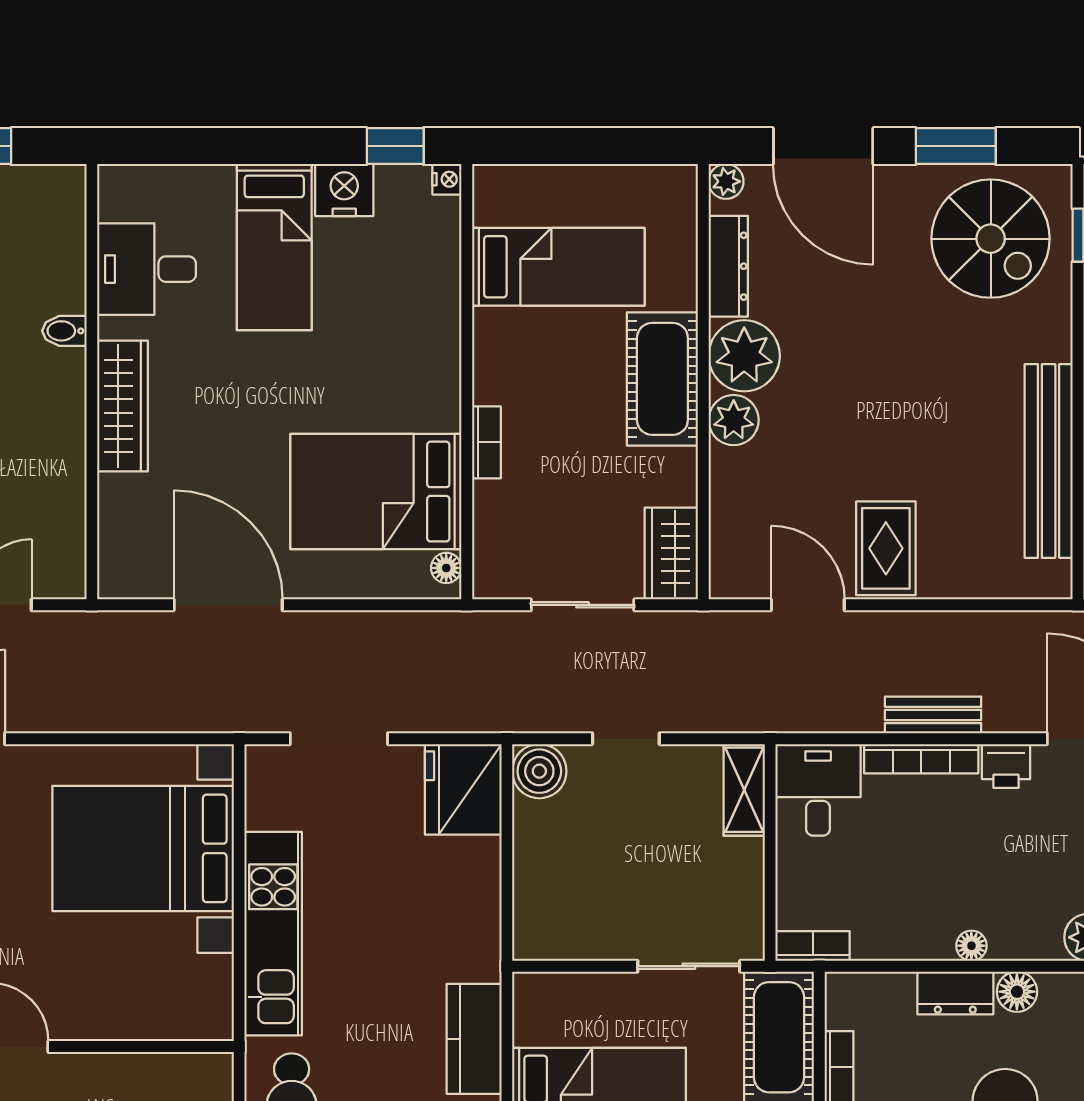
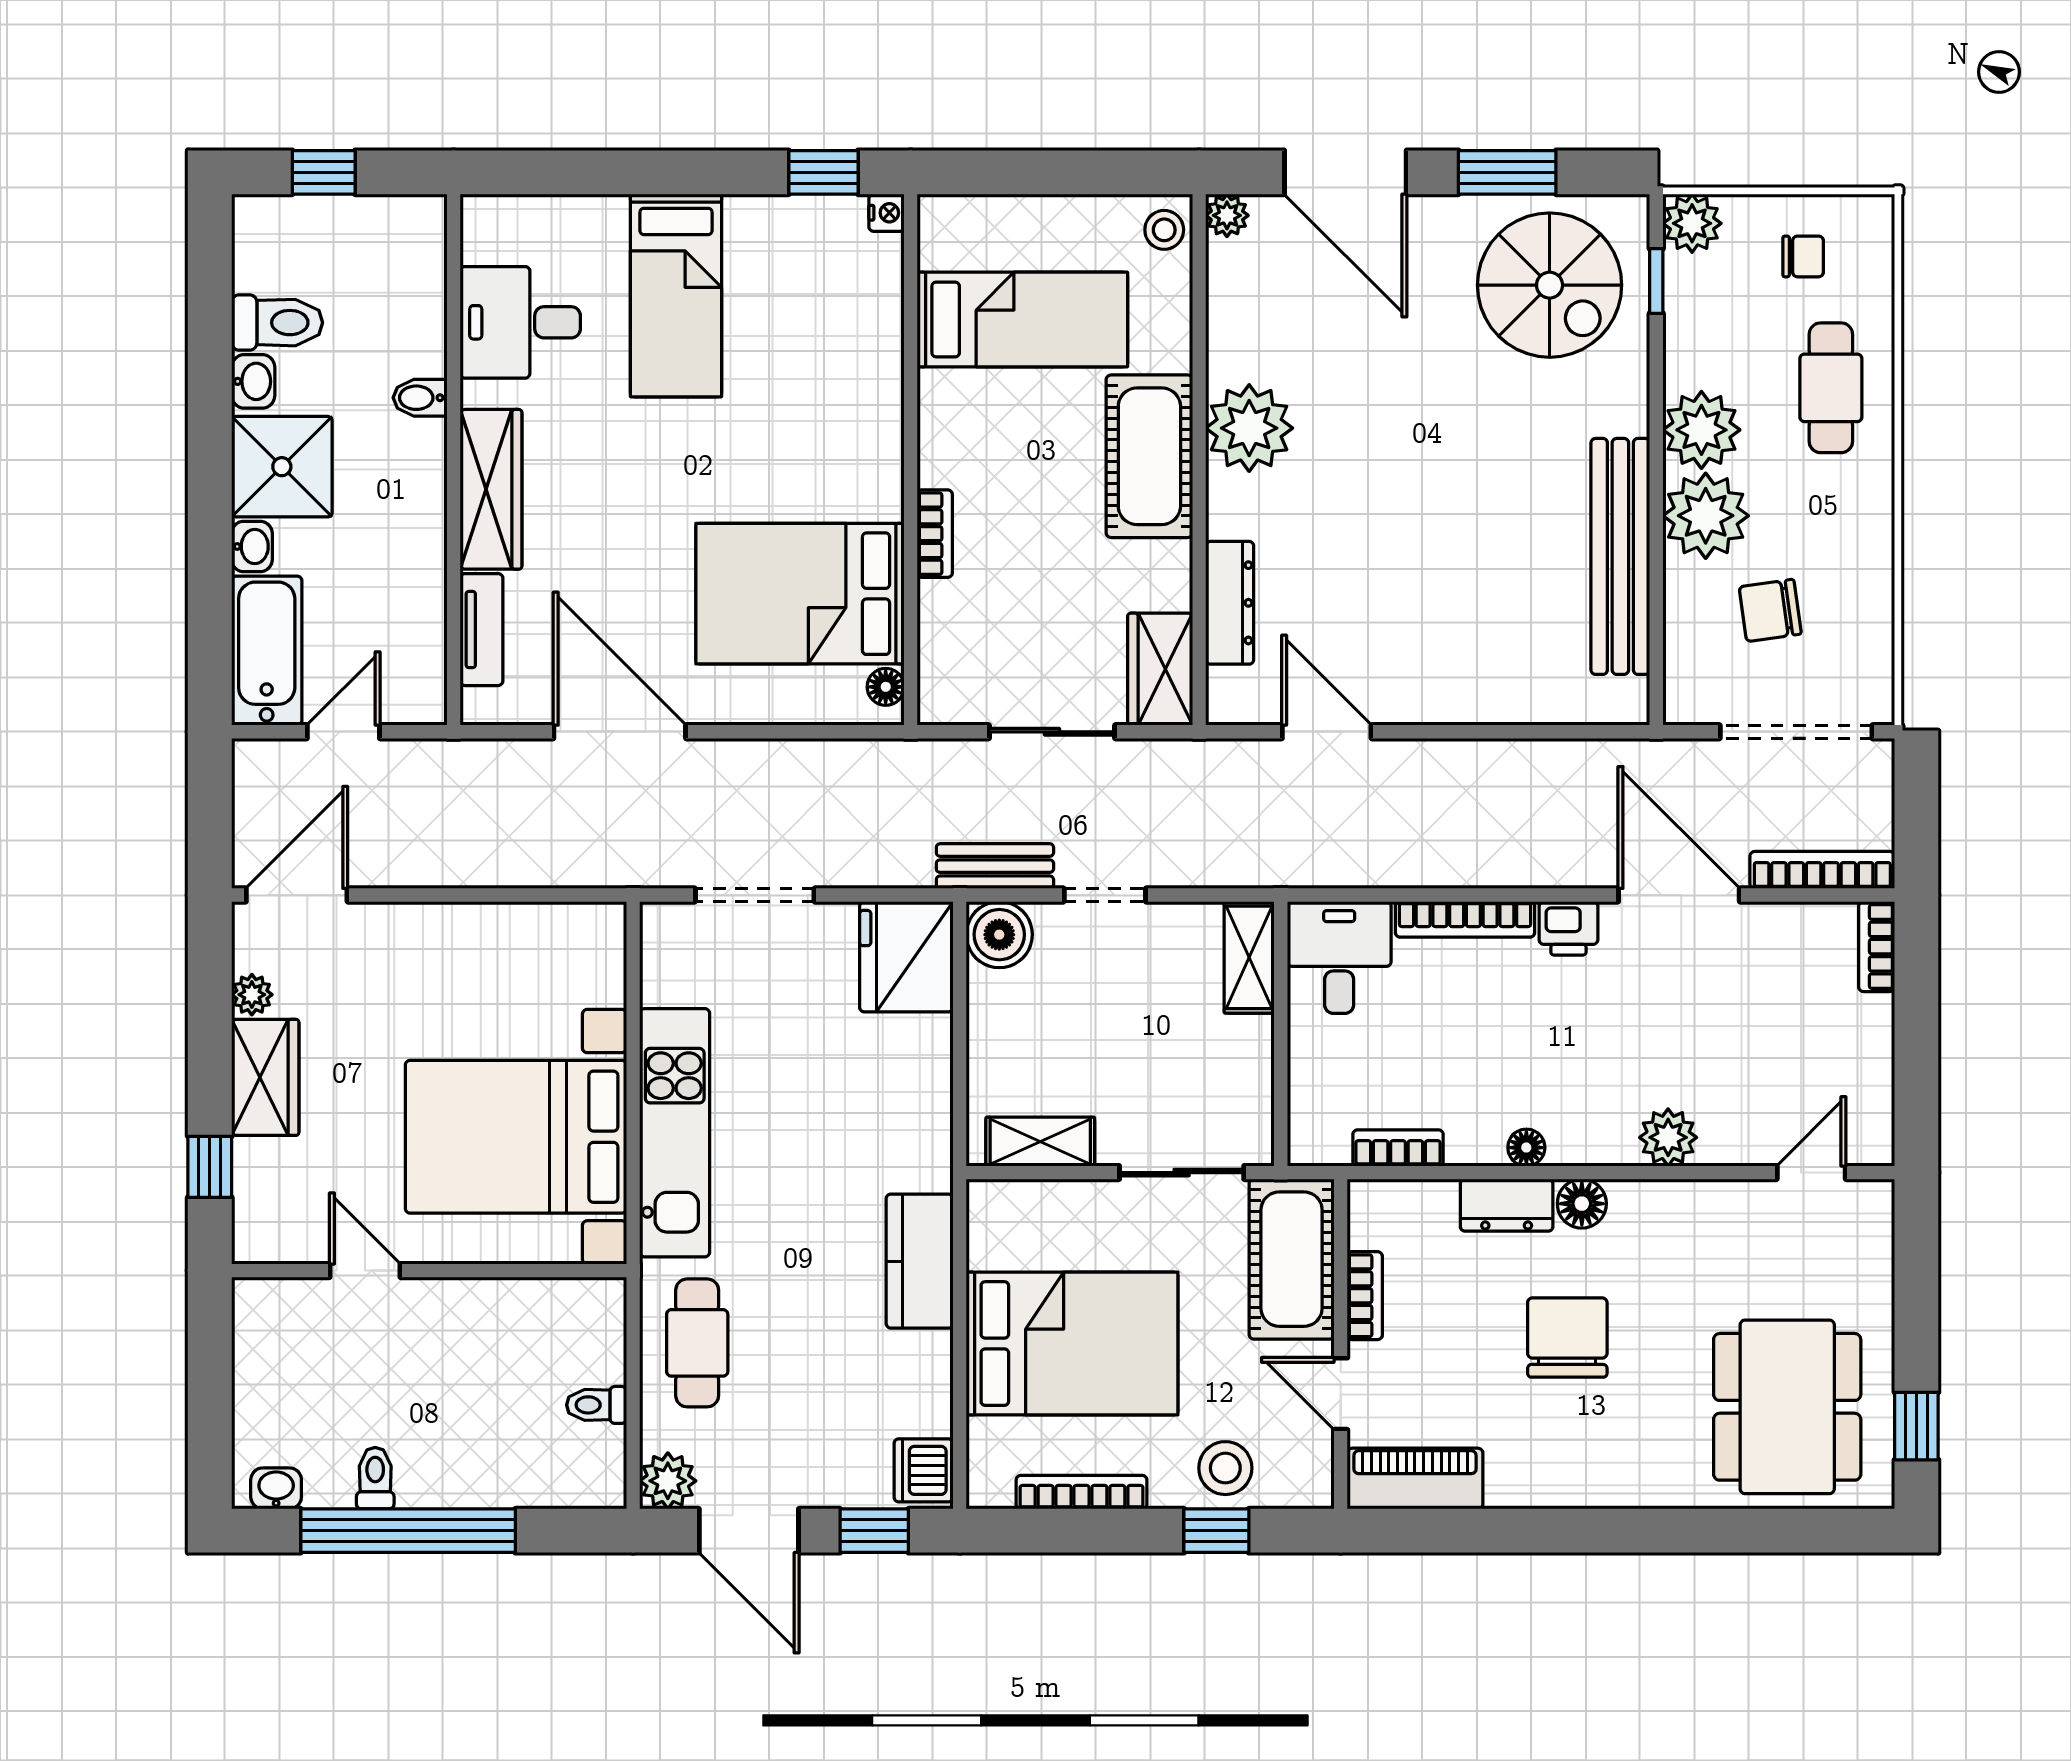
nightstand: (344, 190) -> (761, 226), removed
stool: (675, 193) -> (1164, 230), added
dresser: (728, 266) -> (1230, 603), moved
plant: (734, 420) -> (1236, 506), removed
tv unit: (115, 521) -> (481, 630), added
rug: (886, 548) -> (1422, 663), removed
bench: (933, 715) -> (995, 866), moved
bed with nightstands: (143, 848) -> (516, 1137), moved
shelving: (573, 941) -> (1040, 1142), added
bookcase: (813, 946) -> (1398, 1148), moved

